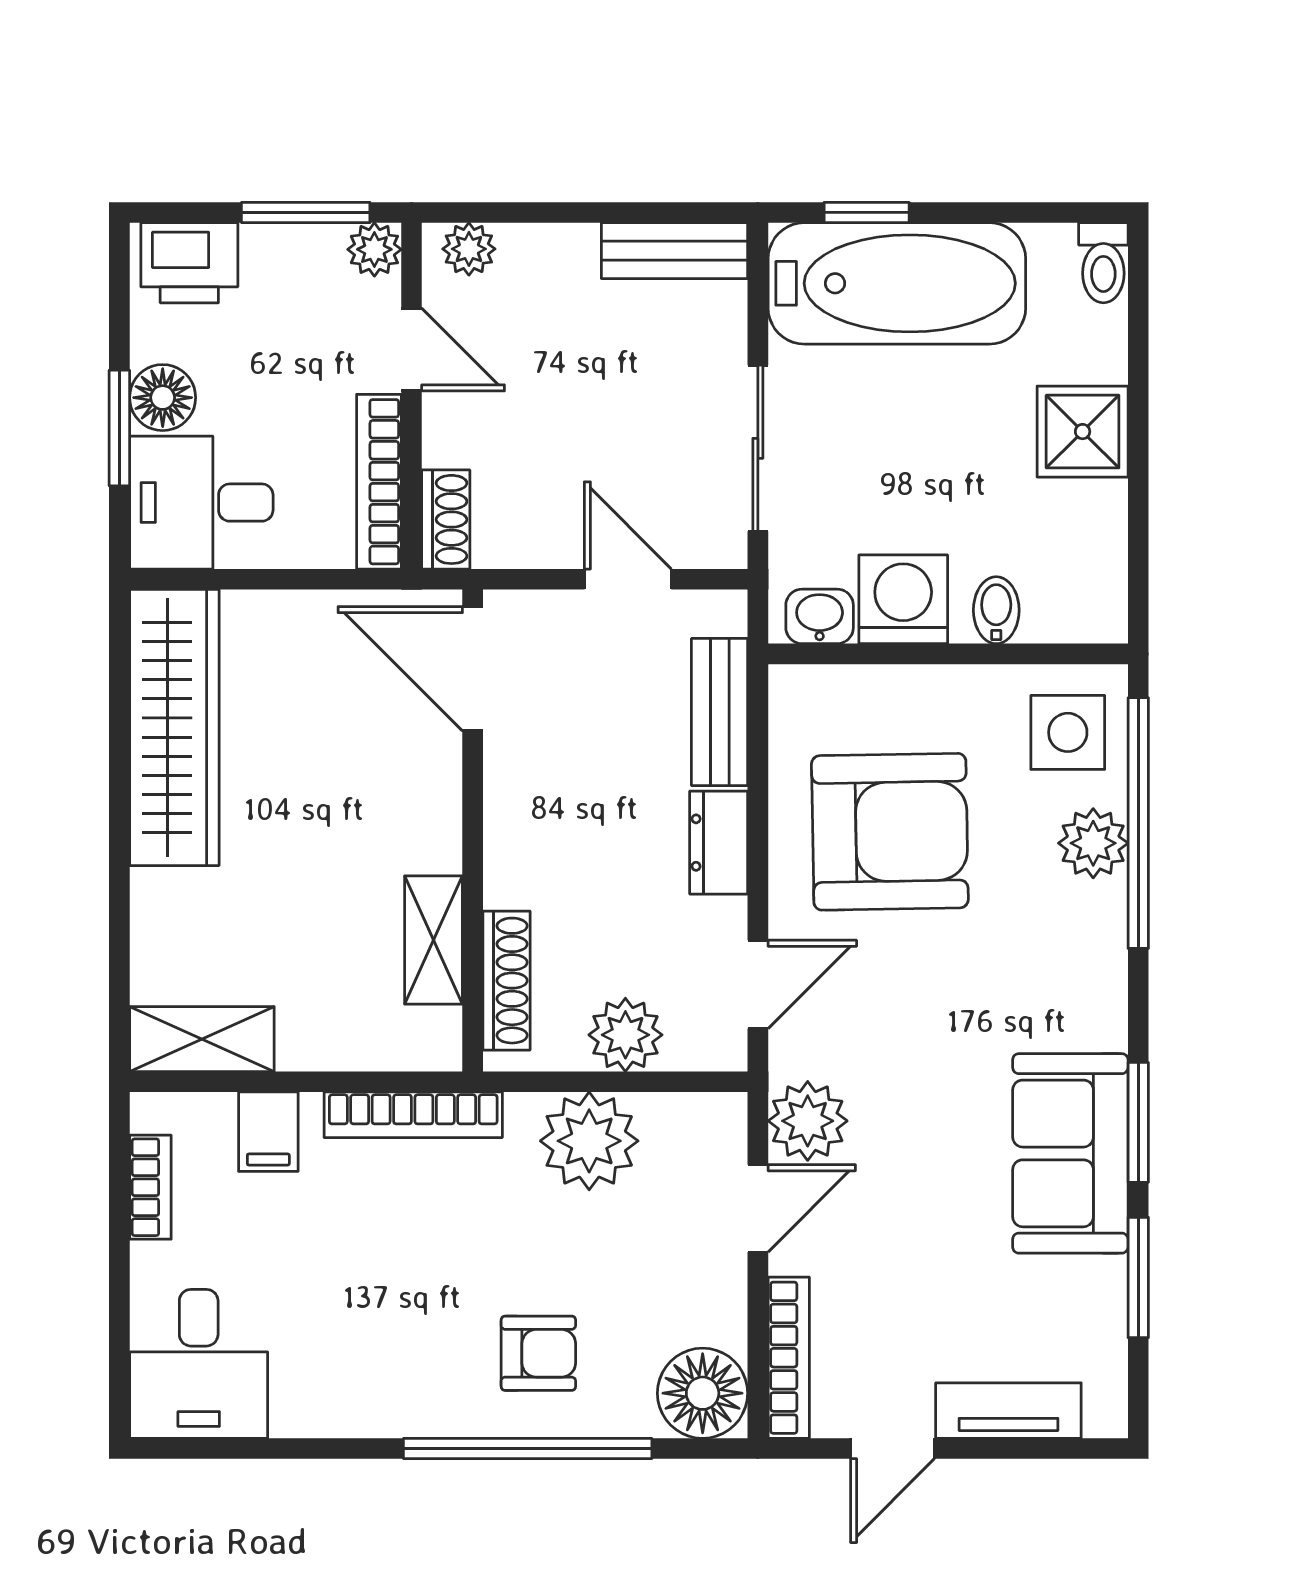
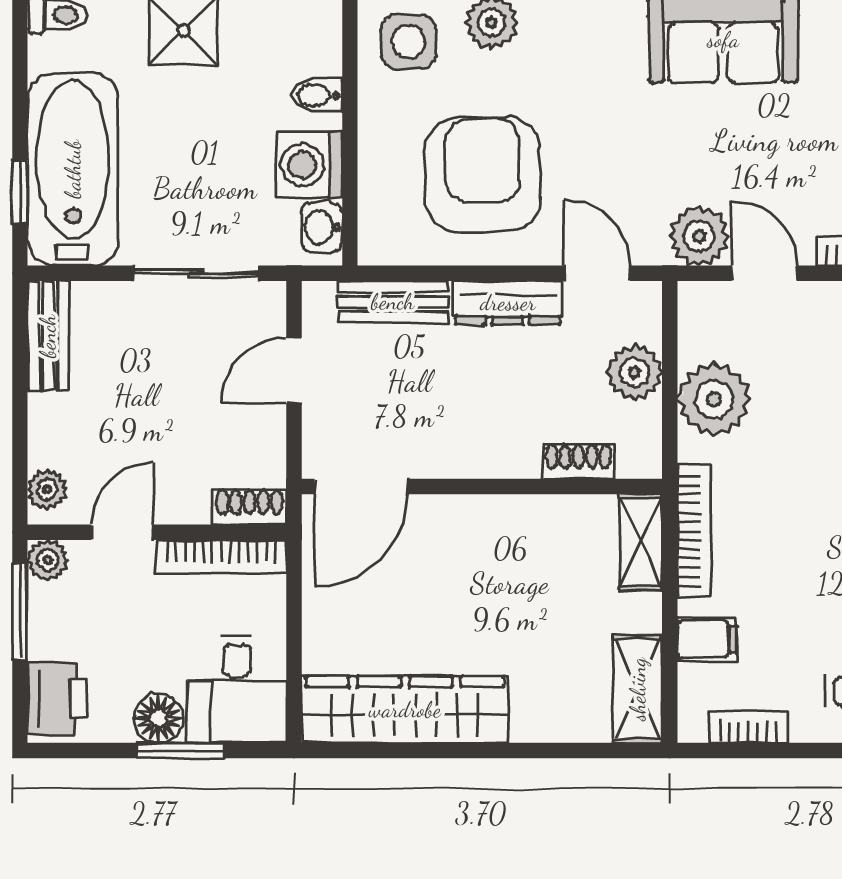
dresser: (719, 843) -> (508, 303), width x1.44
shelving: (434, 940) -> (640, 542), moved, turned 90
shoe rack: (506, 981) -> (578, 461), width x0.70

